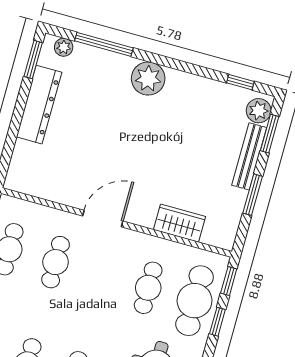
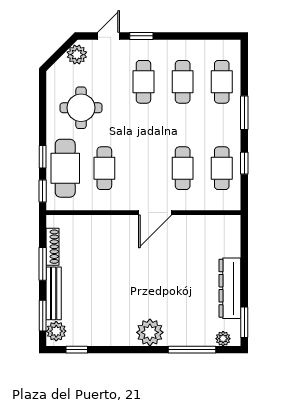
shoe rack: (235, 212) -> (53, 247), added
wardrobe: (180, 223) -> (94, 226), removed

